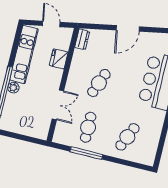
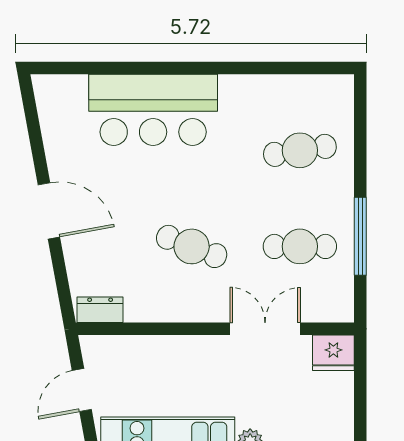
fridge: (59, 59) -> (333, 353), moved
cafe table: (127, 137) -> (300, 150), turned -33

